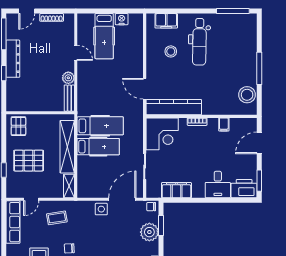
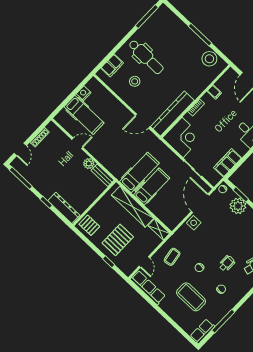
dresser: (13, 59) -> (64, 208), moved

